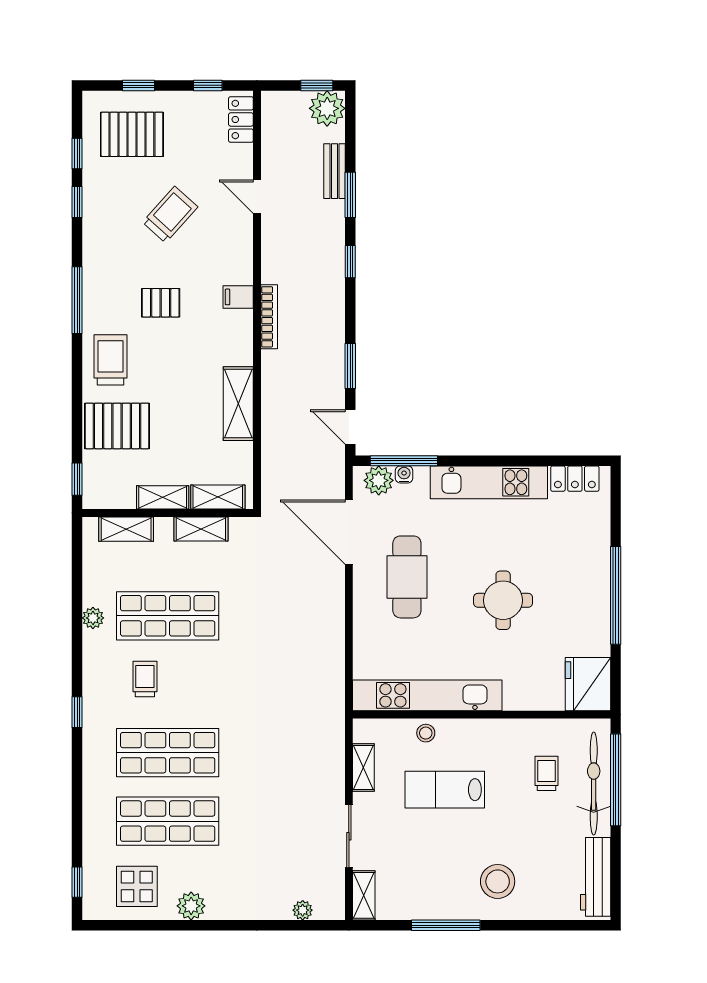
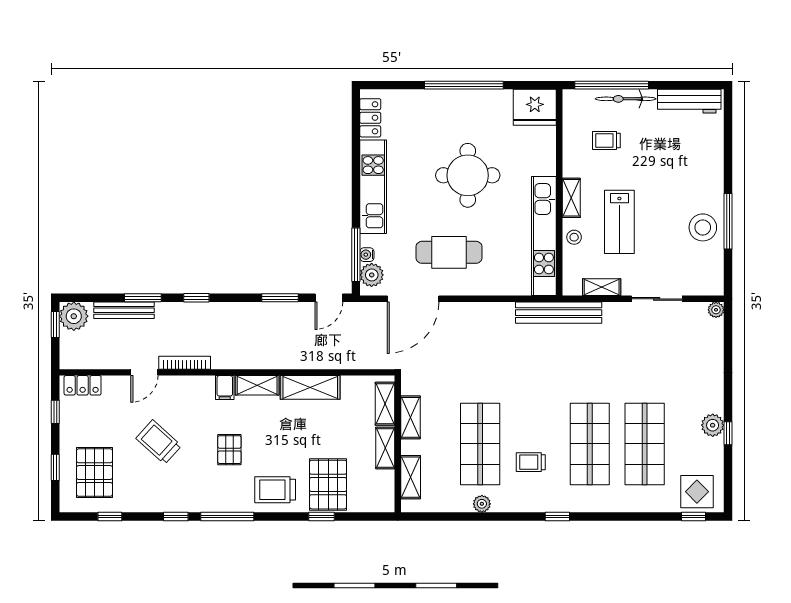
bench: (335, 171) -> (124, 310), width x1.36
window: (77, 202) -> (176, 517), moved
bookcase: (269, 317) -> (185, 363), moved
shelving: (241, 337) -> (257, 385), added
window: (77, 479) -> (321, 517), moved
round table: (503, 600) -> (468, 175), width x1.36, depth x1.36
bench: (332, 714) -> (559, 313), added
bicycle: (594, 784) -> (626, 99), width x0.73, depth x0.71
stool: (498, 881) -> (703, 227), moved
display table: (137, 886) -> (697, 492), moved
shelving: (364, 895) -> (571, 198), moved, turned 90
plant: (303, 910) -> (716, 310), moved
window: (181, 925) -> (728, 433), added

